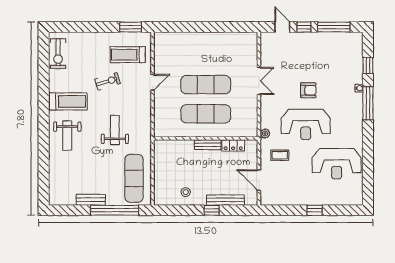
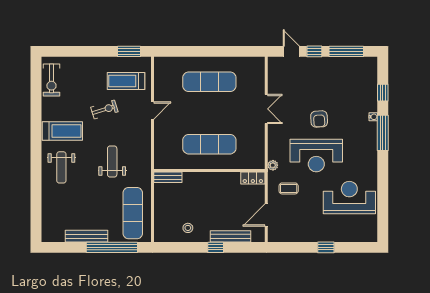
exercise mat: (206, 85) -> (209, 82), moved
armchair: (308, 90) -> (319, 119), turned 87
bench: (208, 145) -> (168, 177), moved
locker: (233, 145) -> (253, 178), moved
reception desk: (337, 164) -> (349, 198), turned 180
door: (259, 180) -> (266, 215), hinge flipped
bench: (91, 200) -> (86, 236), width x1.36

